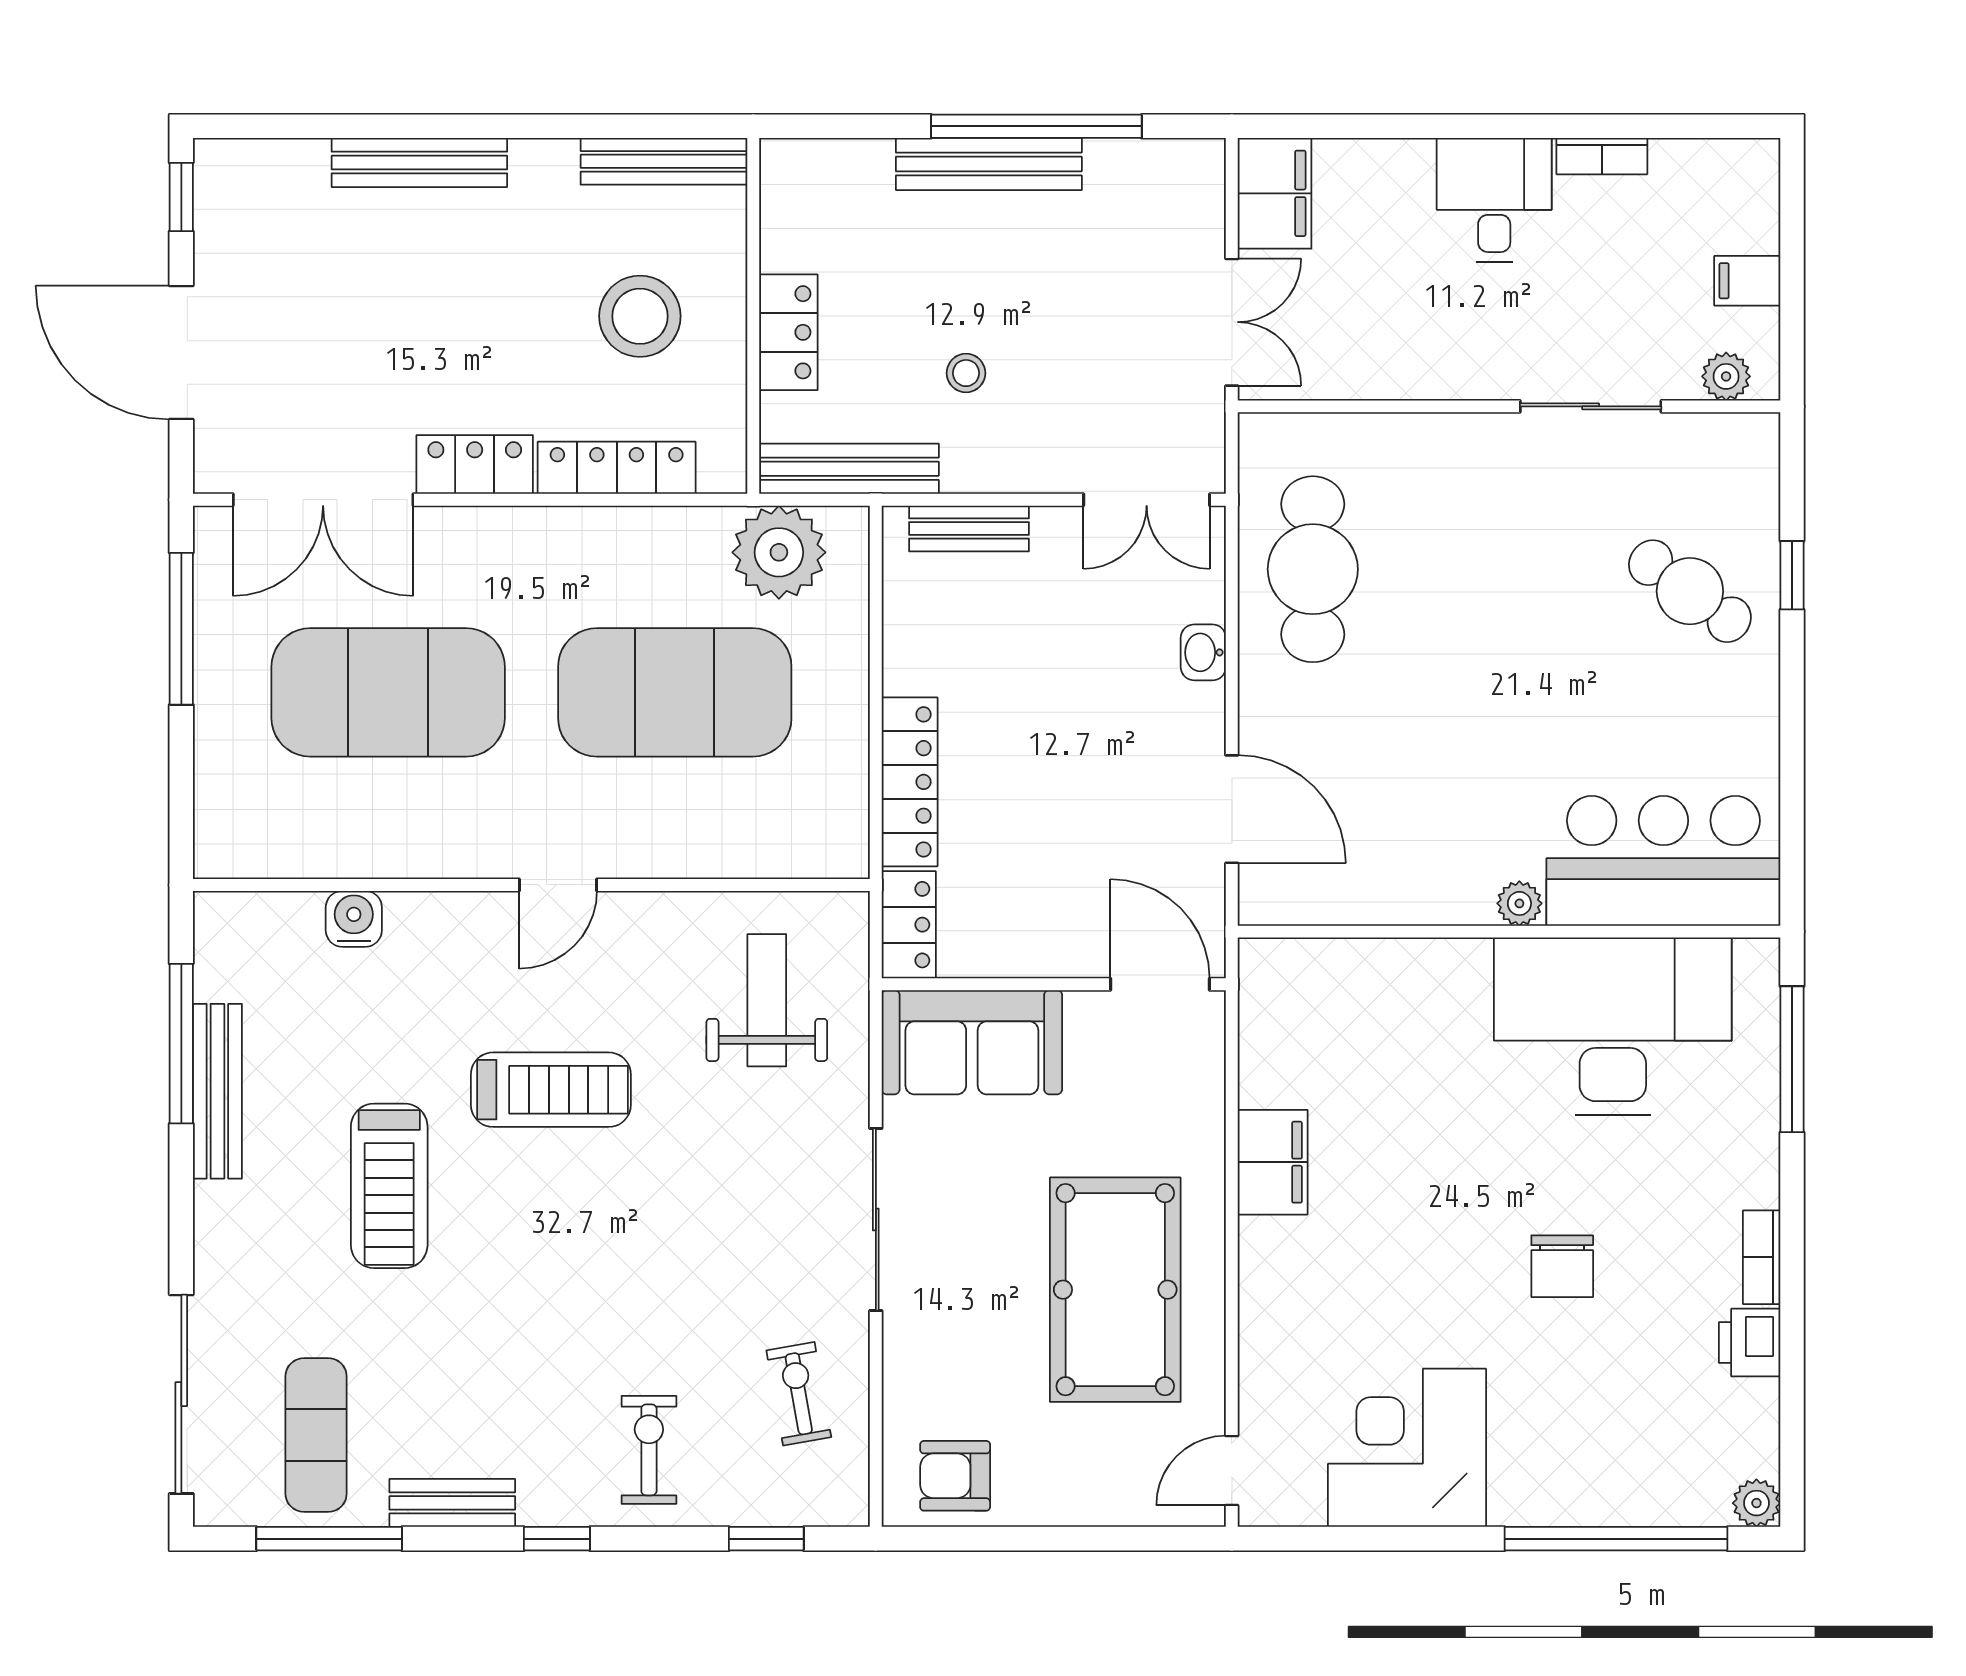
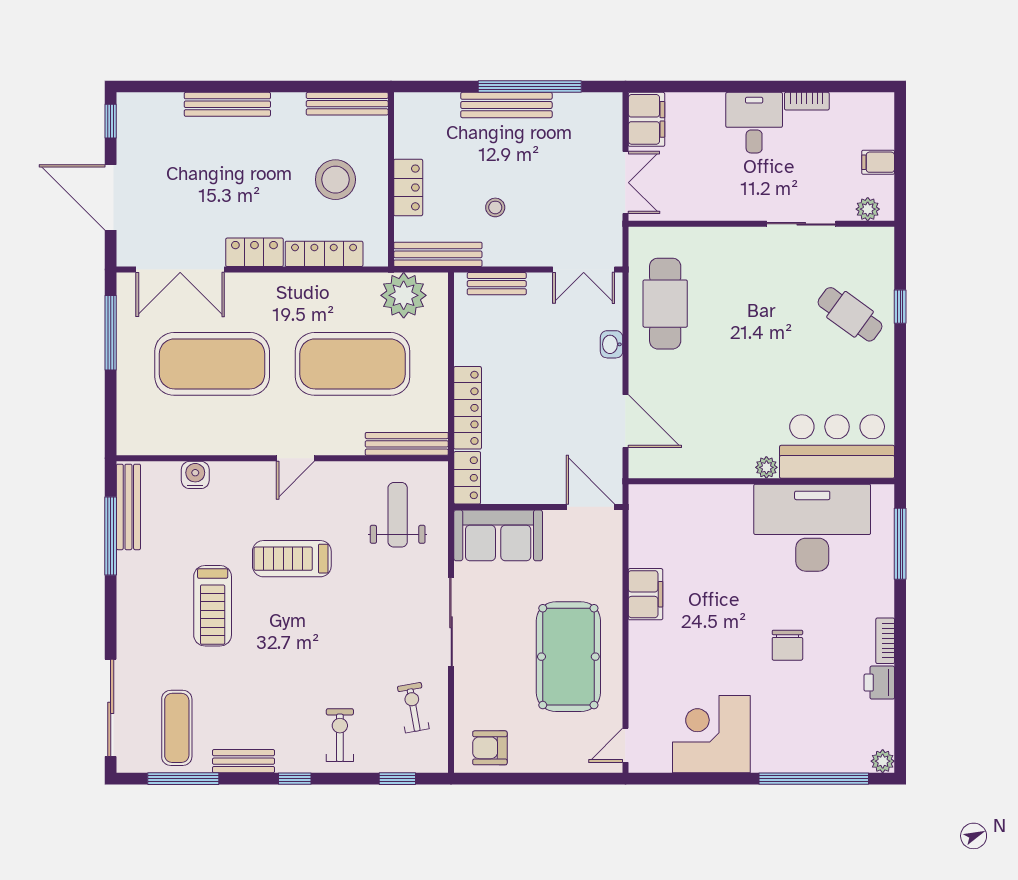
bench: (785, 855) -> (407, 444), added
treadmill: (551, 1090) -> (292, 559), turned 180
bench: (217, 1091) -> (128, 507), moved

